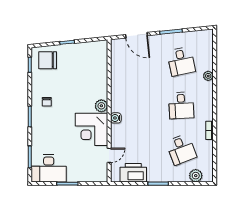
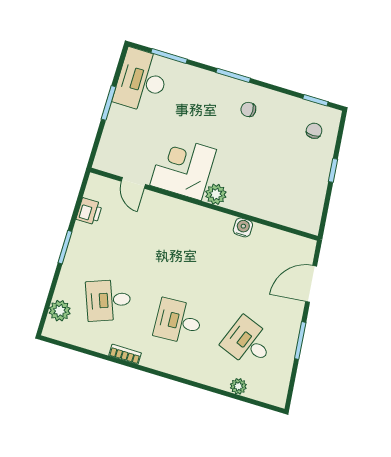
chair: (48, 60) -> (314, 131), width x0.54, depth x0.54
desk: (181, 61) -> (248, 342), turned 33
plant: (208, 76) -> (238, 386), moved
water cooler: (116, 118) -> (243, 227), moved
printer: (133, 173) -> (89, 211), width x0.53, depth x0.68

